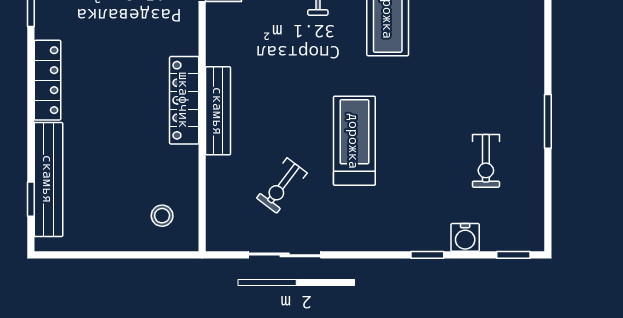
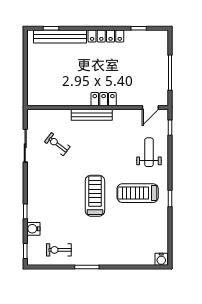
locker: (184, 100) -> (104, 99), width x0.66
treadmill: (354, 141) -> (95, 196), moved, turned -90
exercise bike: (486, 161) -> (59, 250), moved
stool: (162, 216) -> (43, 89), removed

